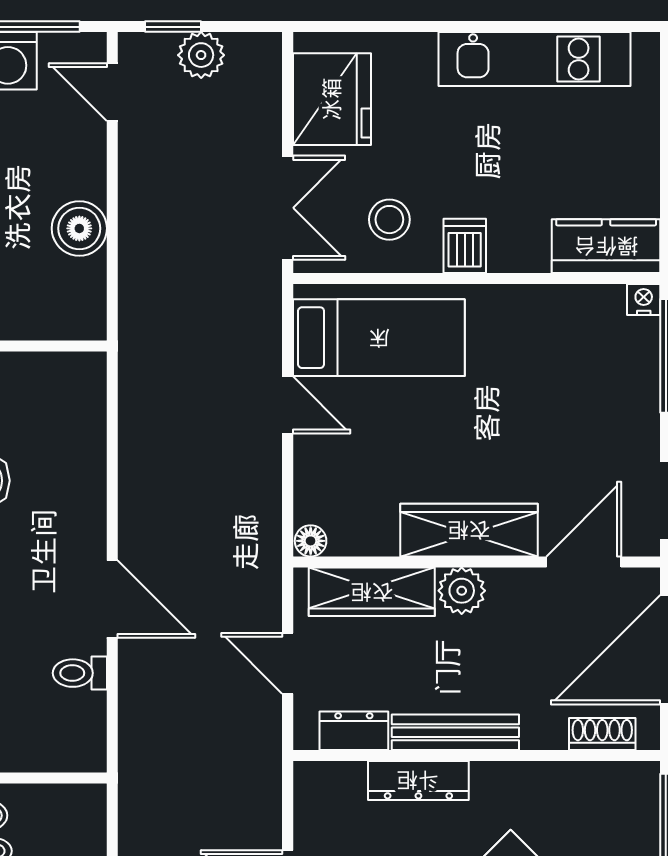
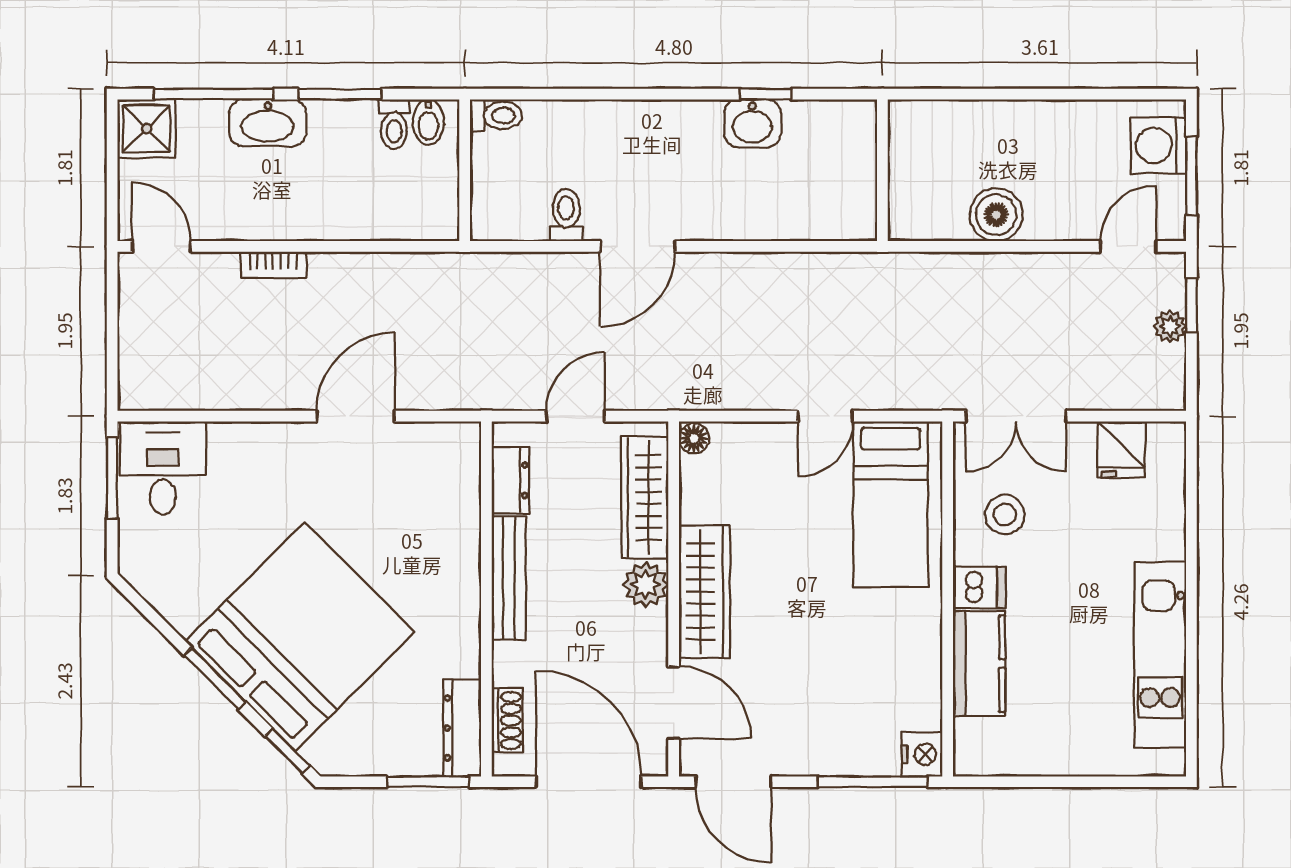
plant: (201, 55) -> (1170, 326), width x0.73, depth x0.73
fridge: (332, 99) -> (1121, 450), width x0.53, depth x0.75
kitchen counter: (606, 246) -> (979, 664), moved
nightstand: (644, 299) -> (922, 754), width x1.39, depth x1.35
dresser: (418, 780) -> (462, 728), moved

